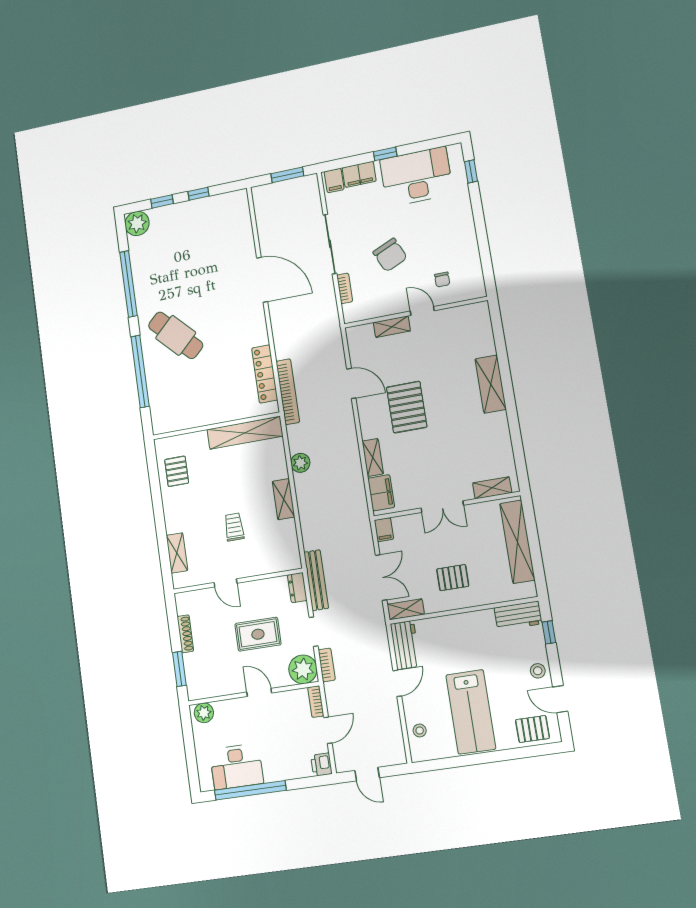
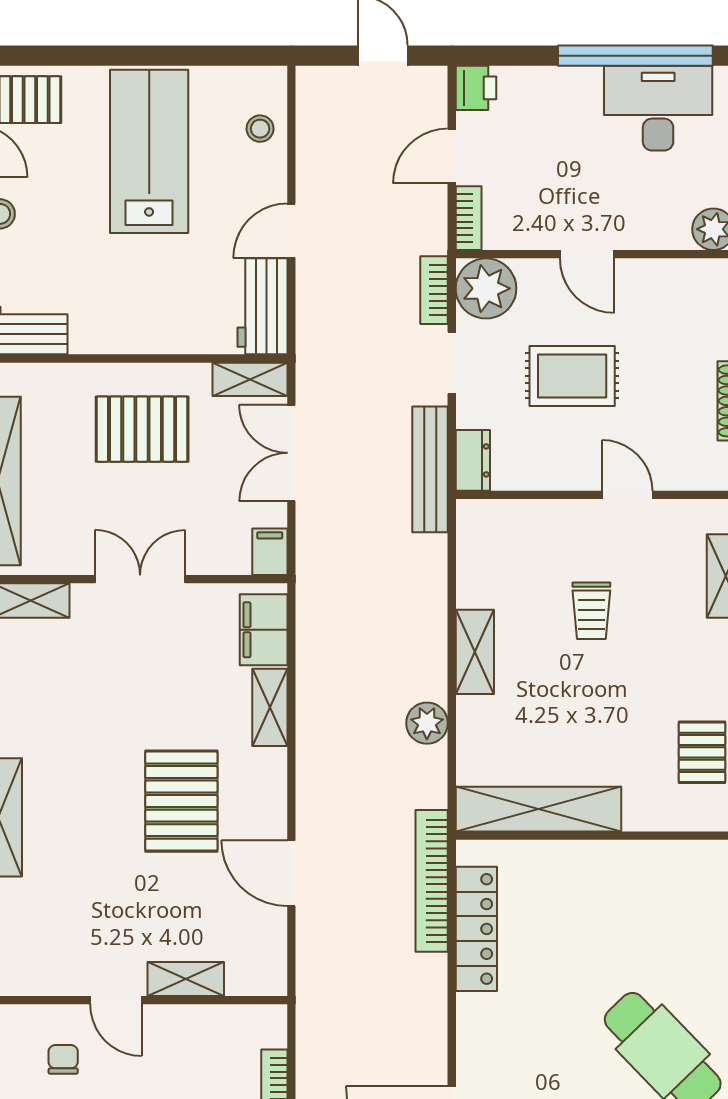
pallet: (453, 578) -> (142, 429), width x1.50, depth x1.42

